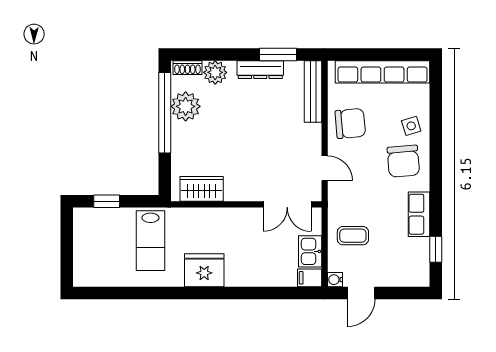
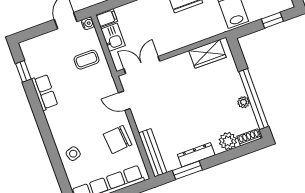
plant: (186, 106) -> (243, 102), width x0.53, depth x0.53
chair: (403, 161) -> (70, 126), removed

